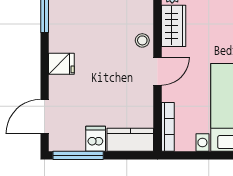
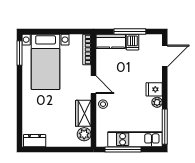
plant: (57, 43) -> (157, 102), added
door: (157, 71) -> (93, 85), swing flipped
window: (78, 155) -> (130, 31), moved

